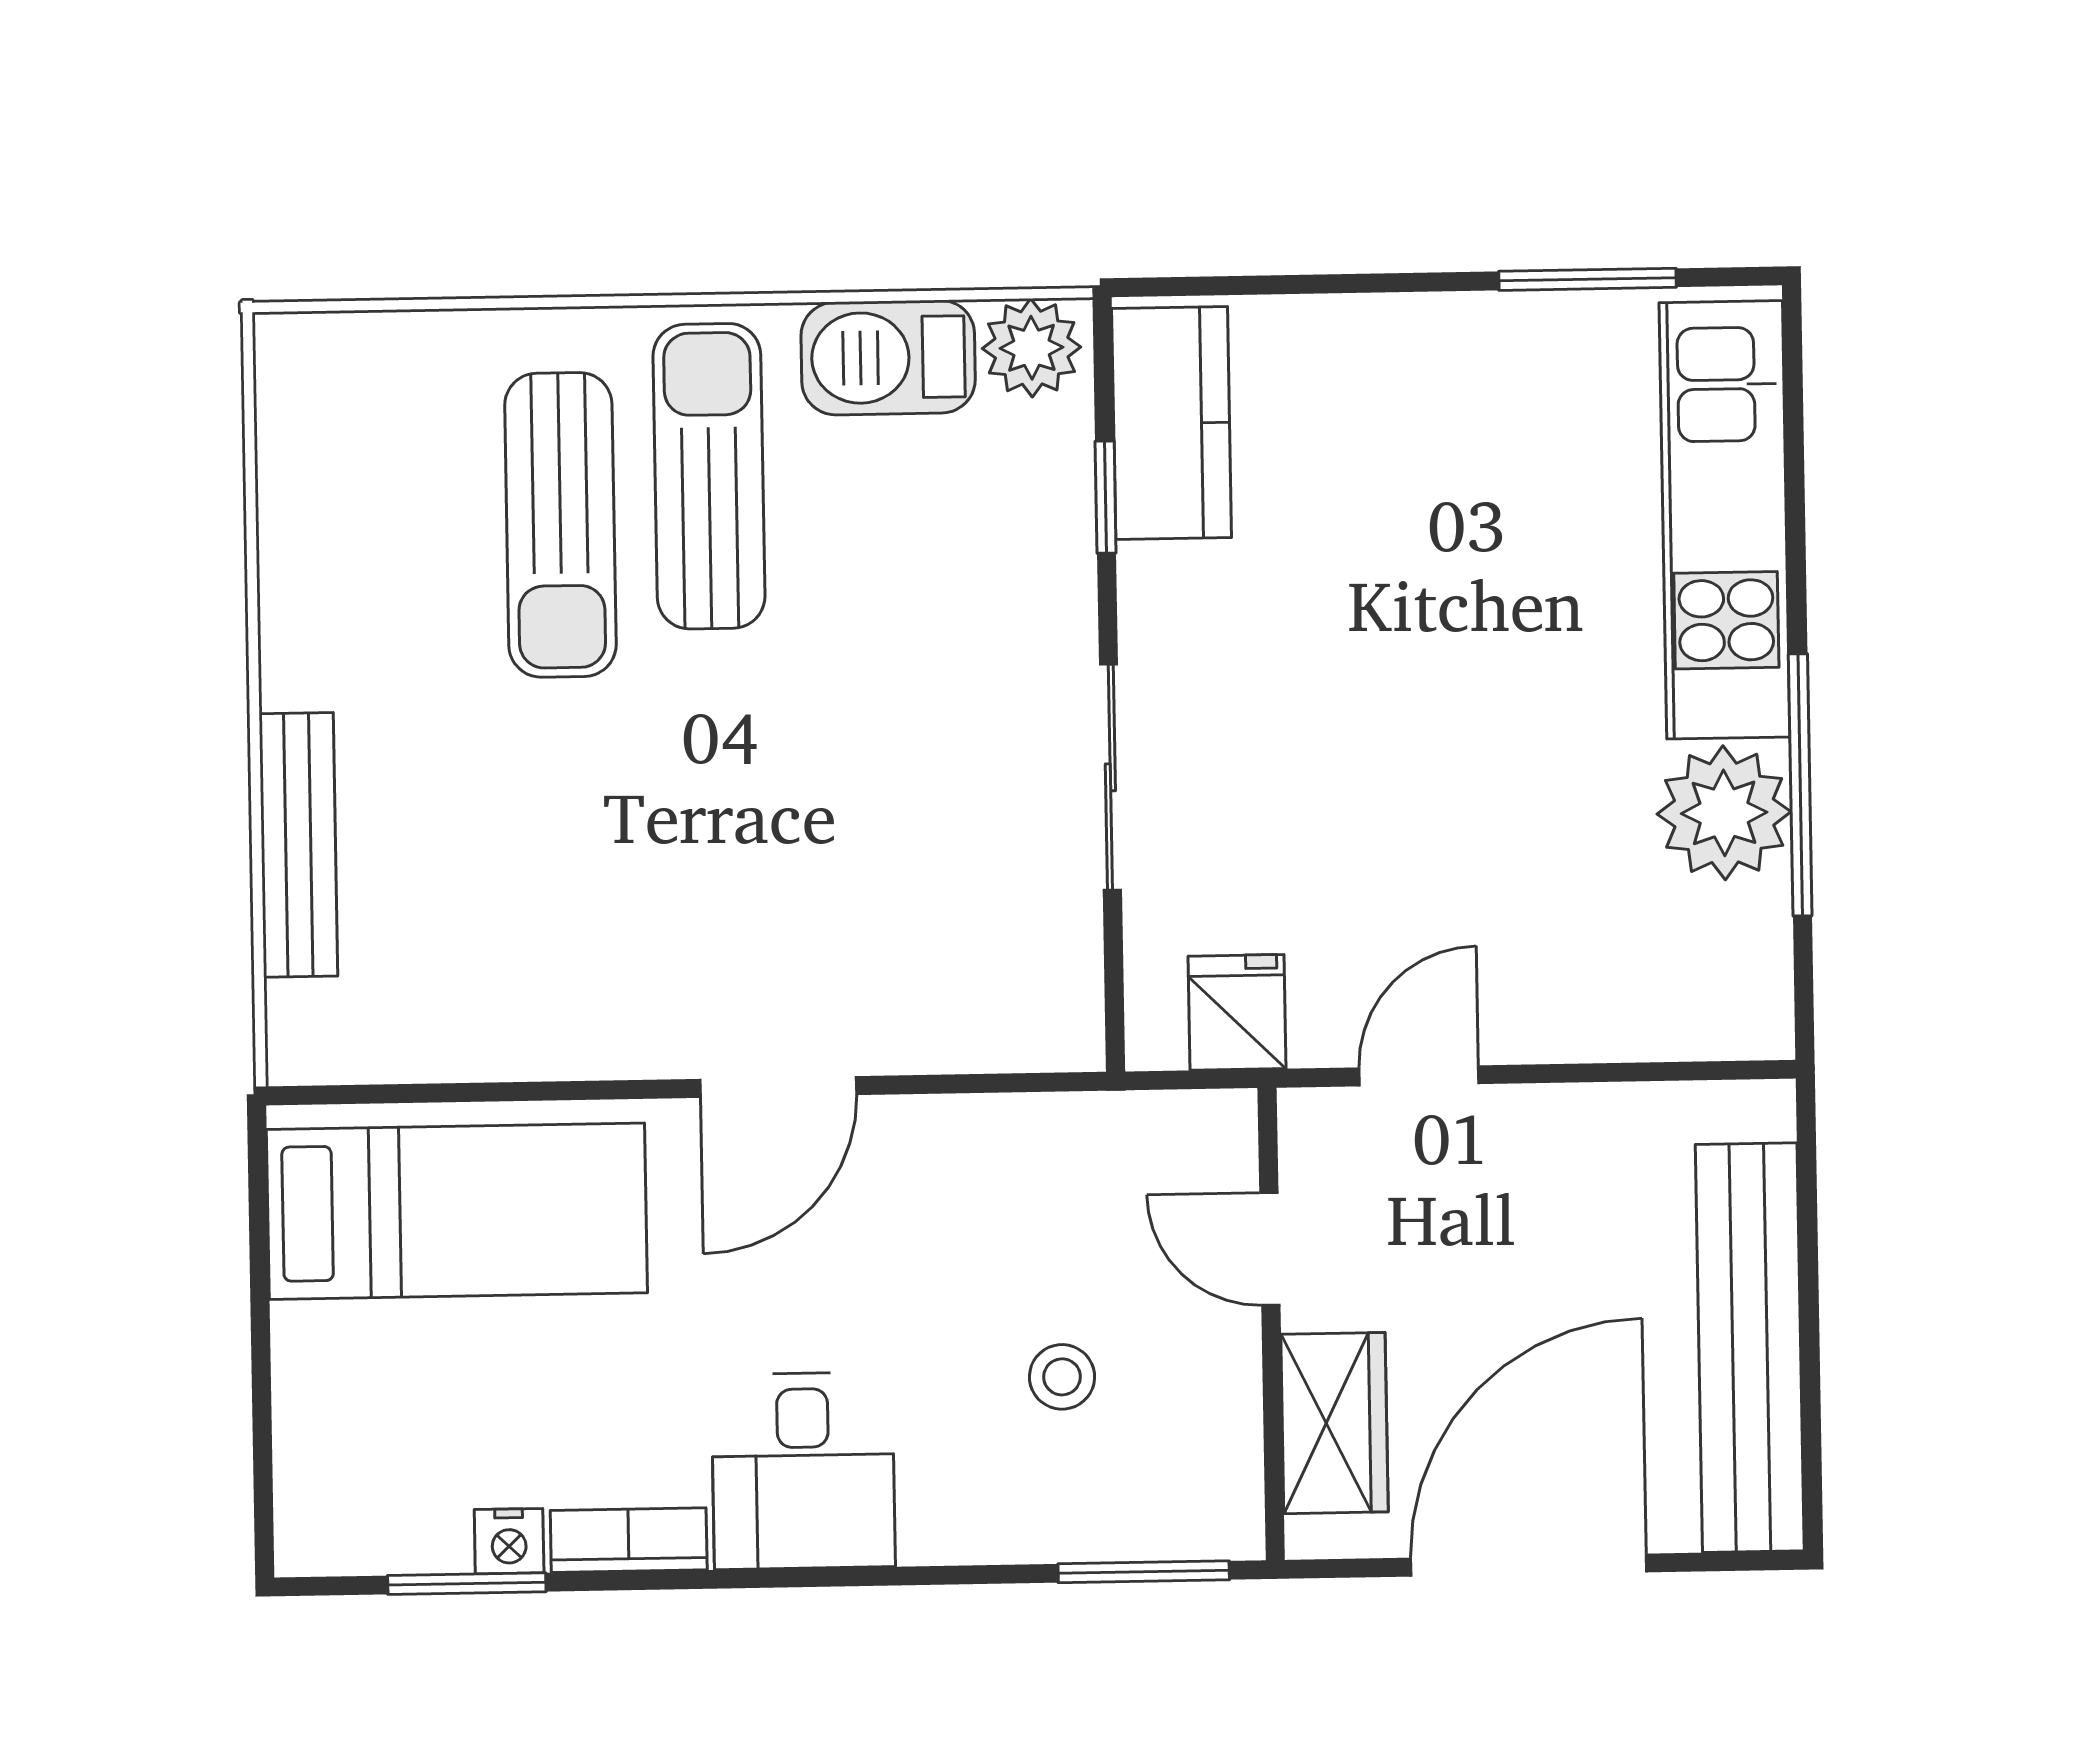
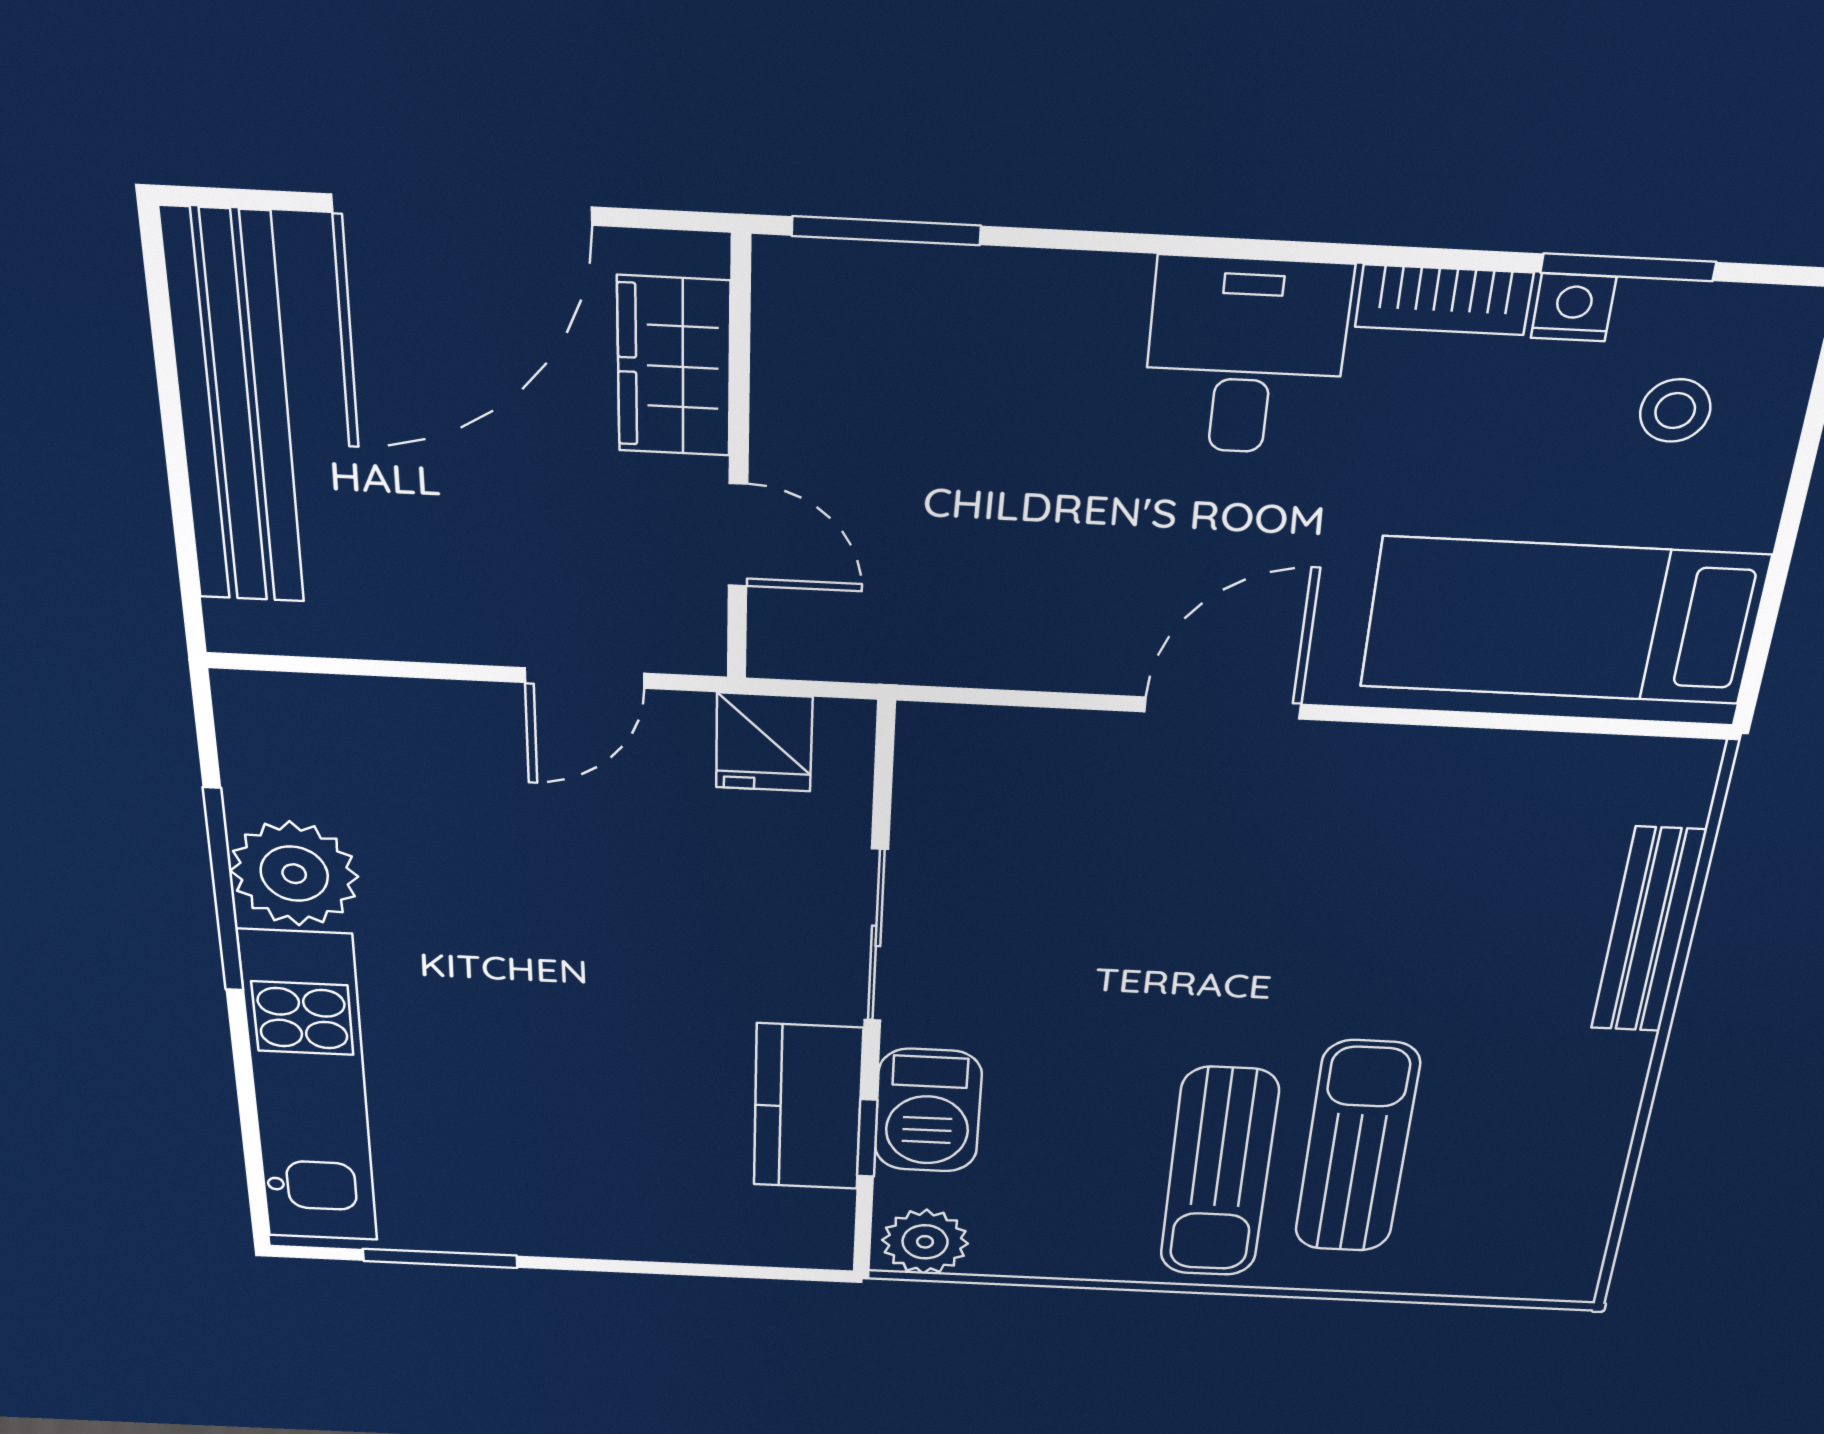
barbecue: (888, 358) -> (928, 1111), moved, turned 90
kitchen counter: (1172, 423) -> (808, 1107), moved
stool: (1062, 1377) -> (1675, 411), moved

